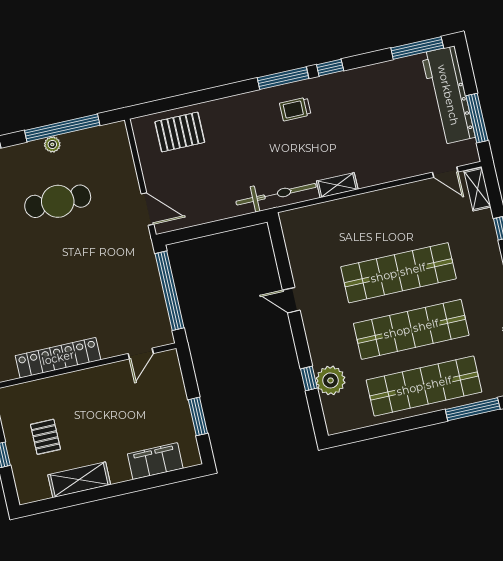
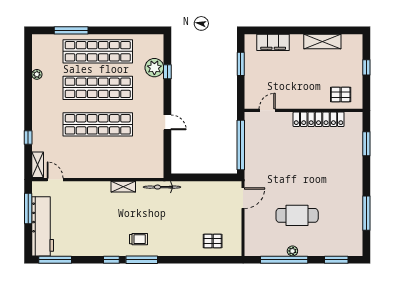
pallet: (180, 132) -> (213, 241), width x0.67, depth x0.71
bicycle: (276, 194) -> (162, 187), width x0.73, depth x0.71
door: (147, 209) -> (243, 198), swing flipped
pallet: (45, 437) -> (341, 95), moved, turned 90

